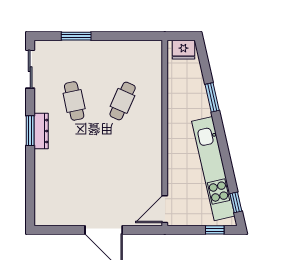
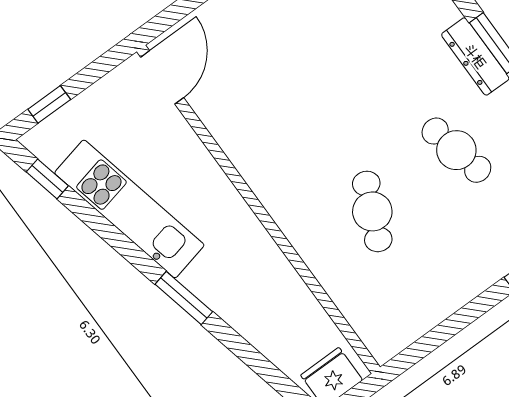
window: (212, 97) -> (184, 298), moved
kitchen unit: (213, 169) -> (129, 209), width x0.73

